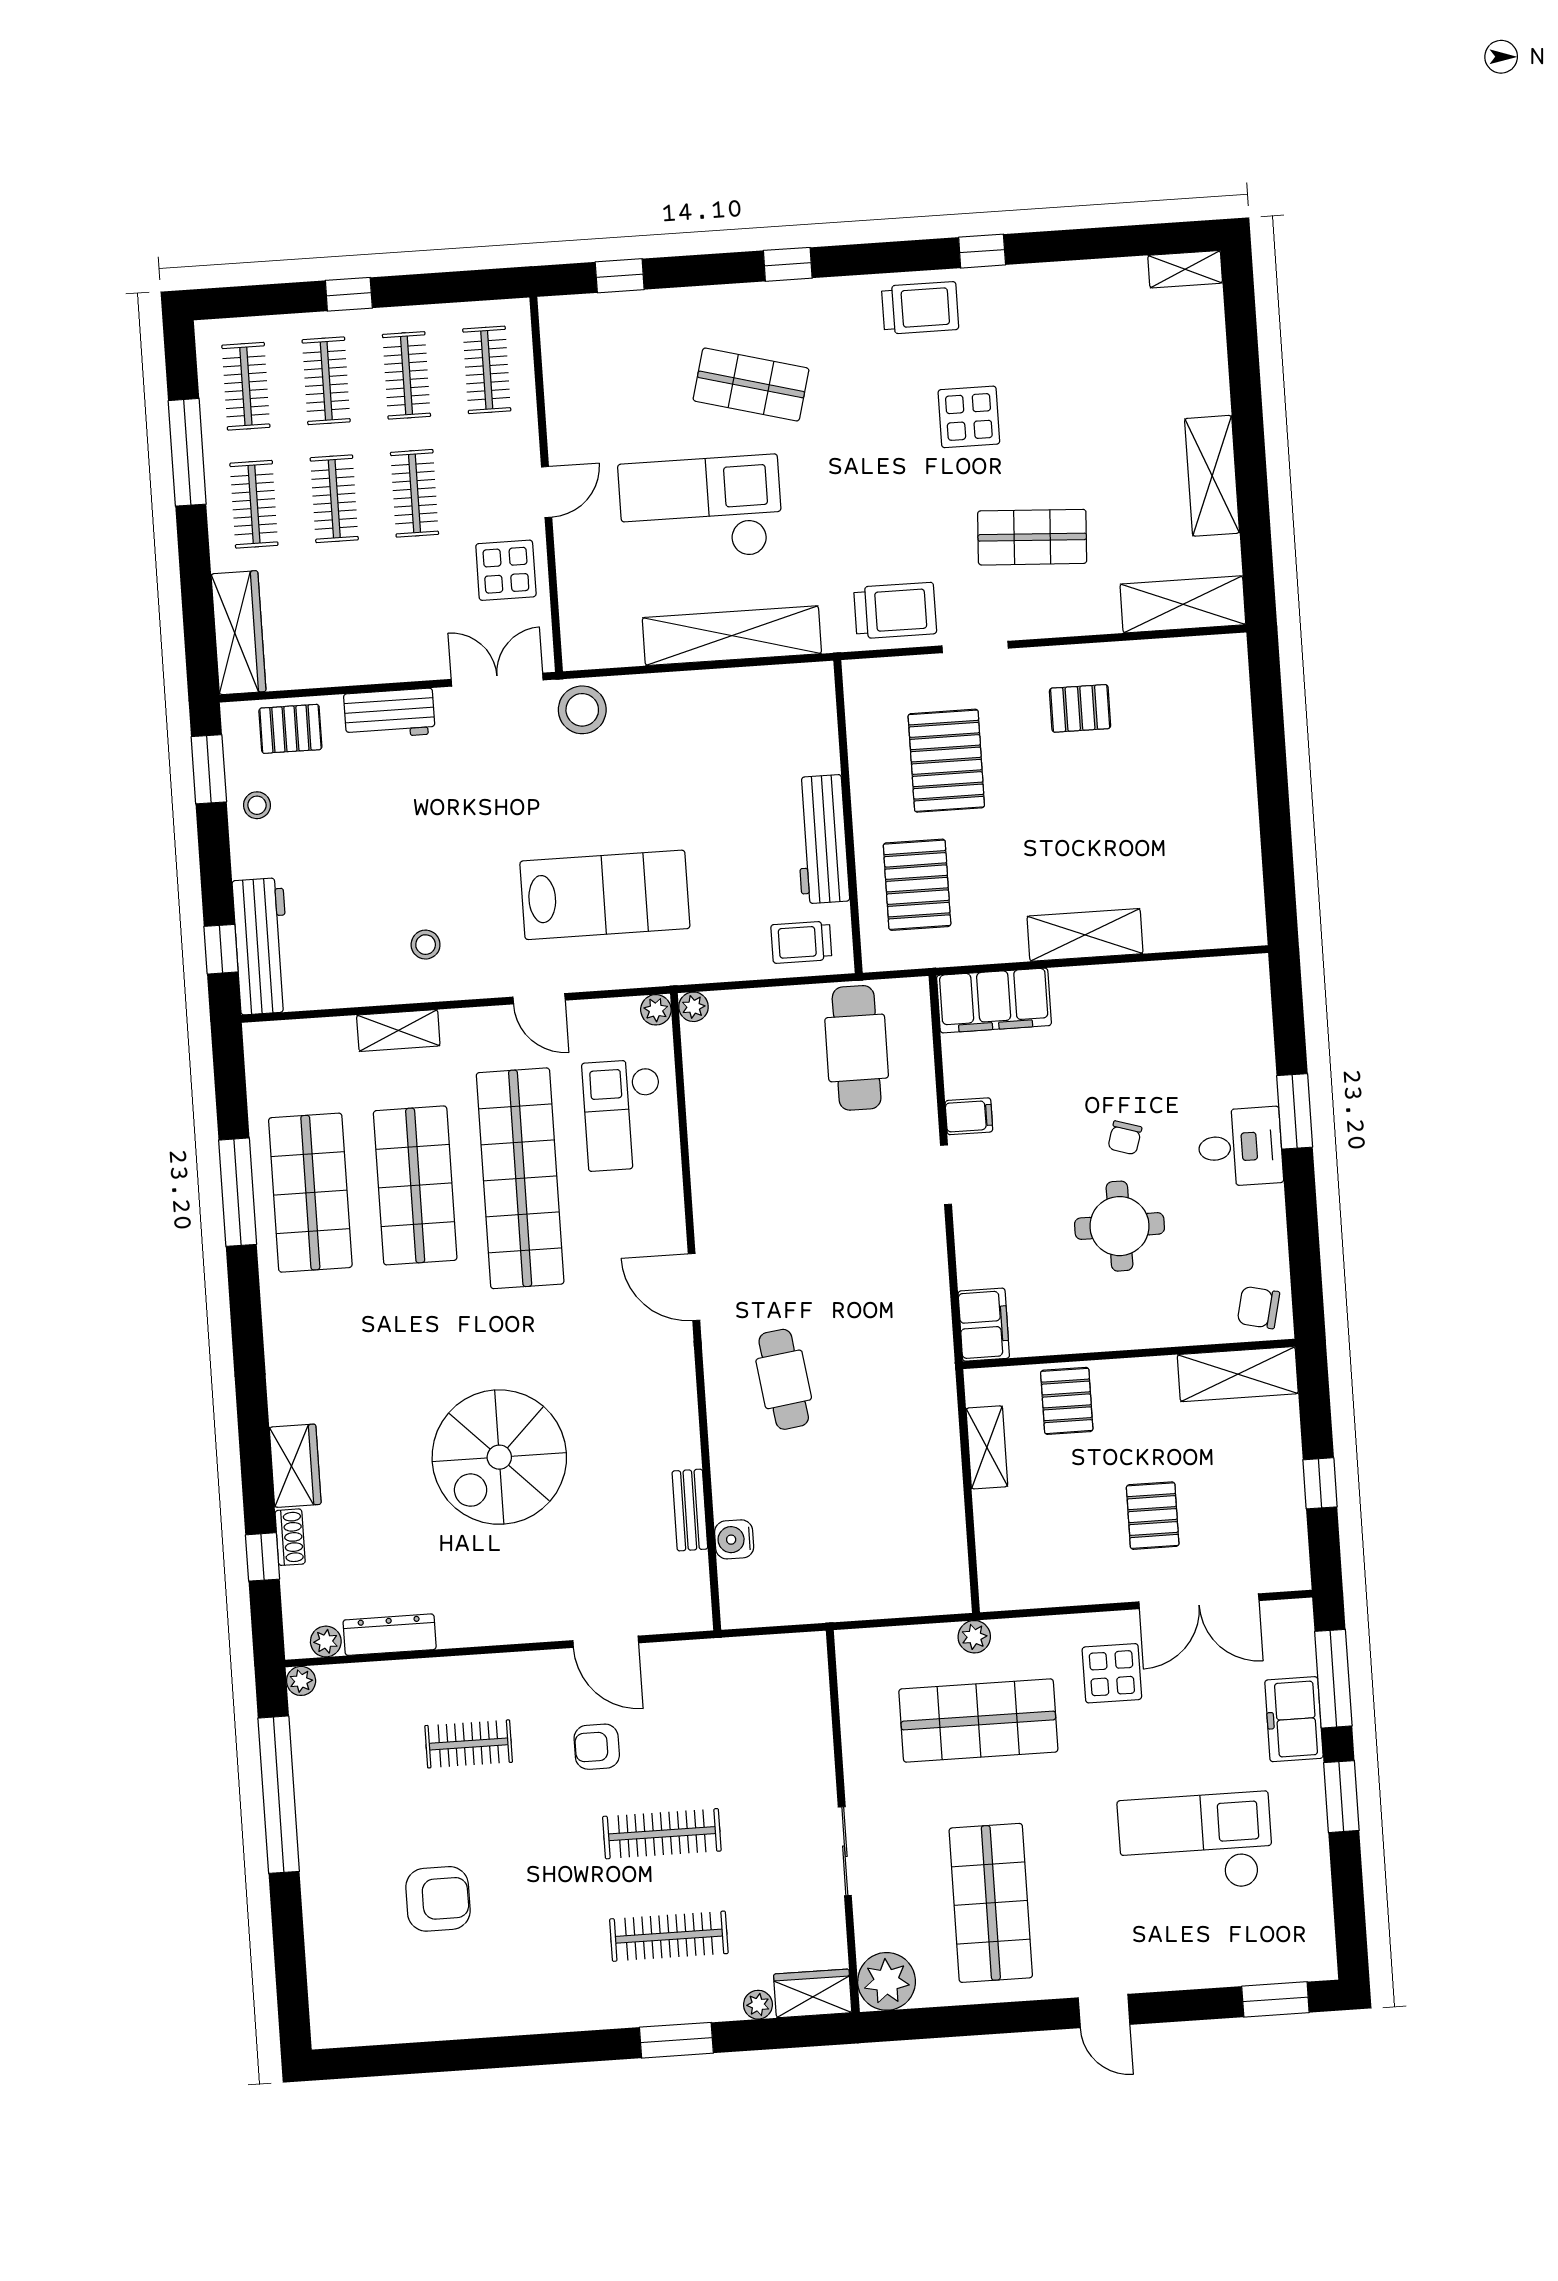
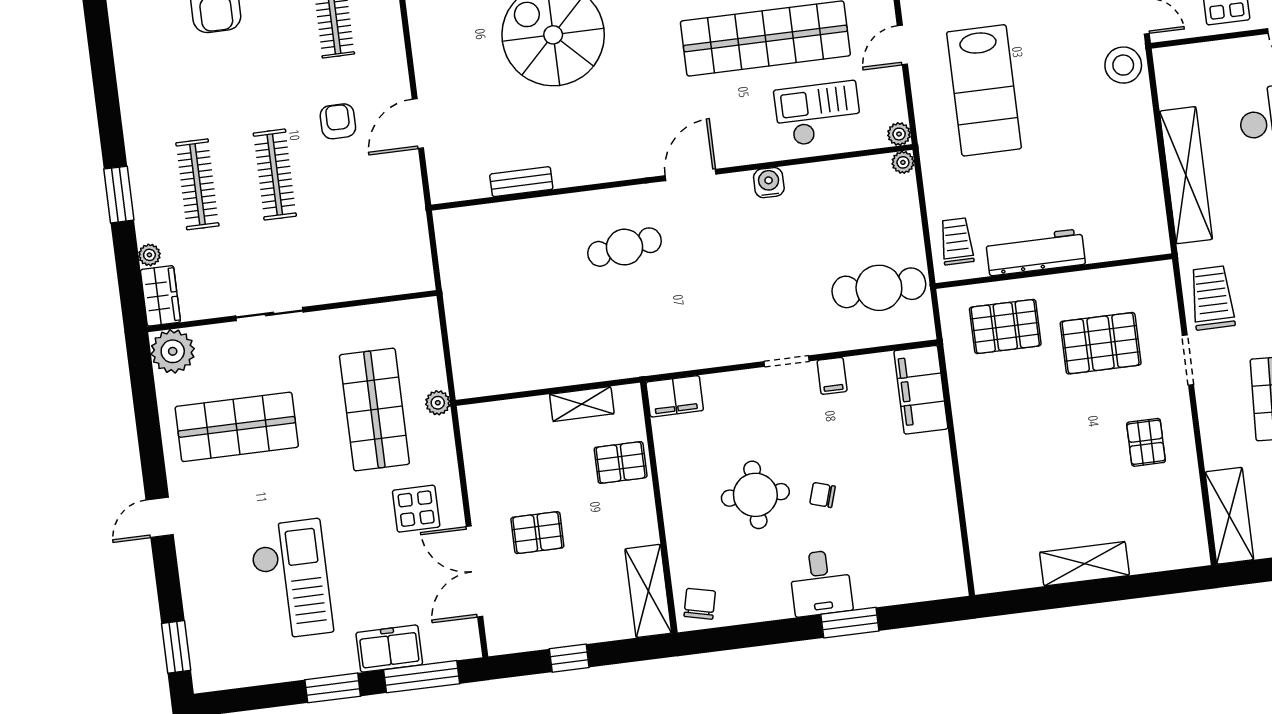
trolley: (895, 611) -> (1212, 298), turned 180
shelving: (1085, 935) -> (1084, 564), moved, turned 90
water cooler: (734, 1539) -> (769, 183), moved

